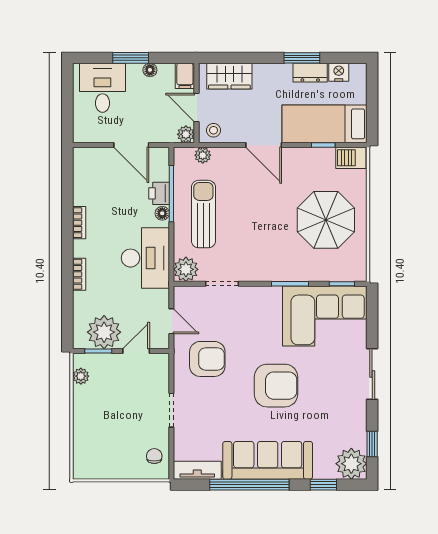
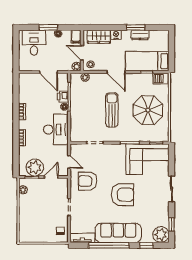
nightstand: (339, 72) -> (116, 35), moved
sun lounger: (203, 214) -> (112, 110), moved
plant: (186, 269) -> (76, 135), removed
armchair: (207, 359) -> (87, 181), turned 180

